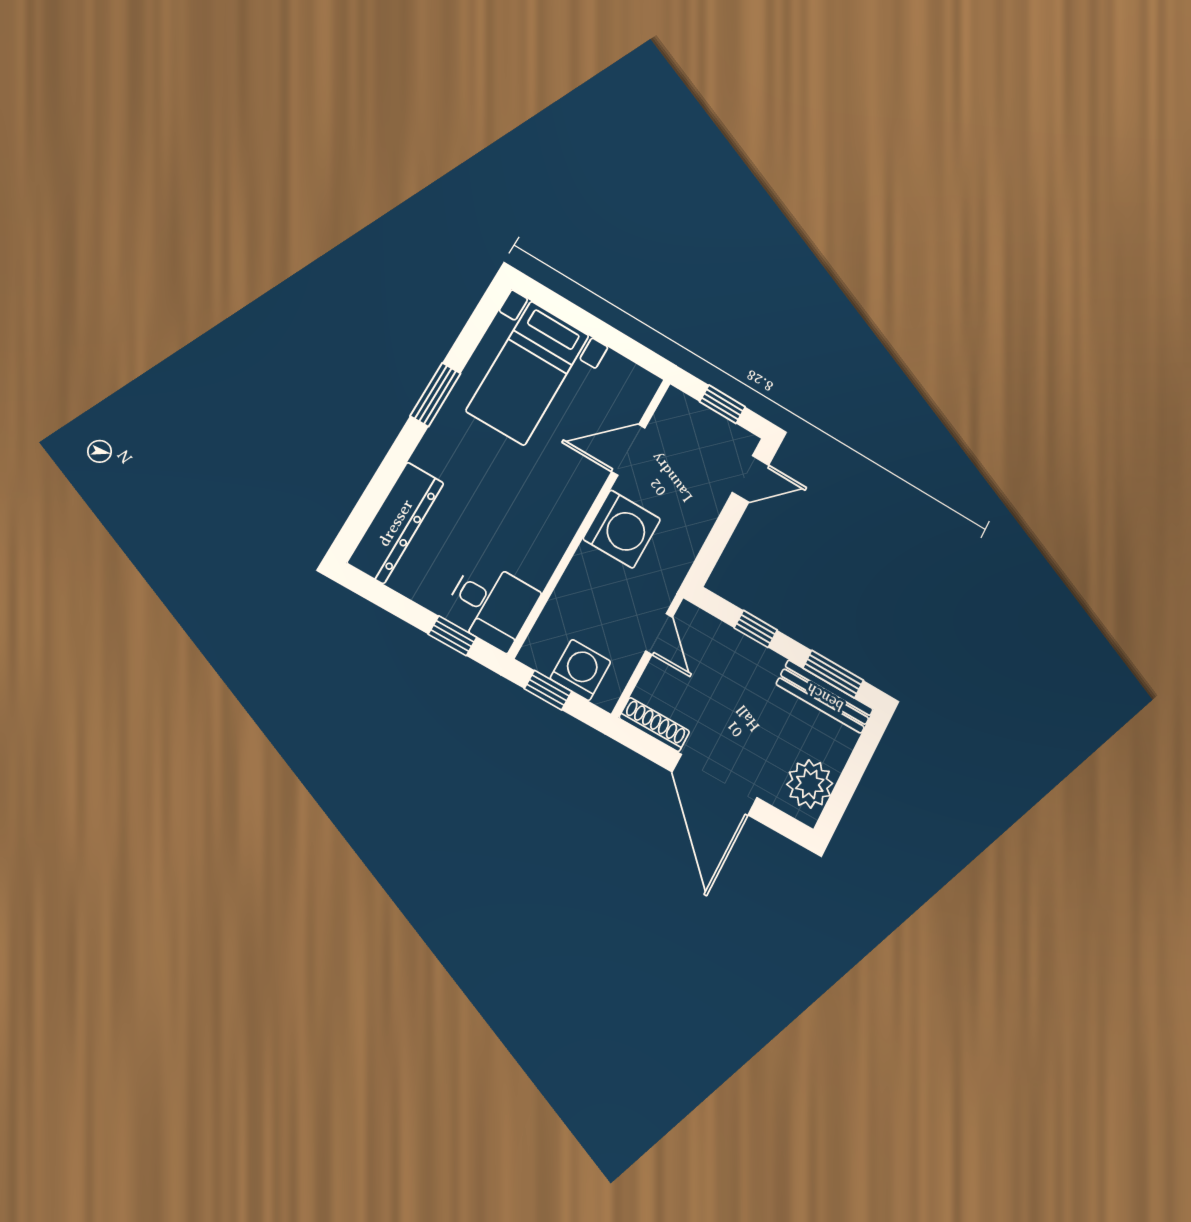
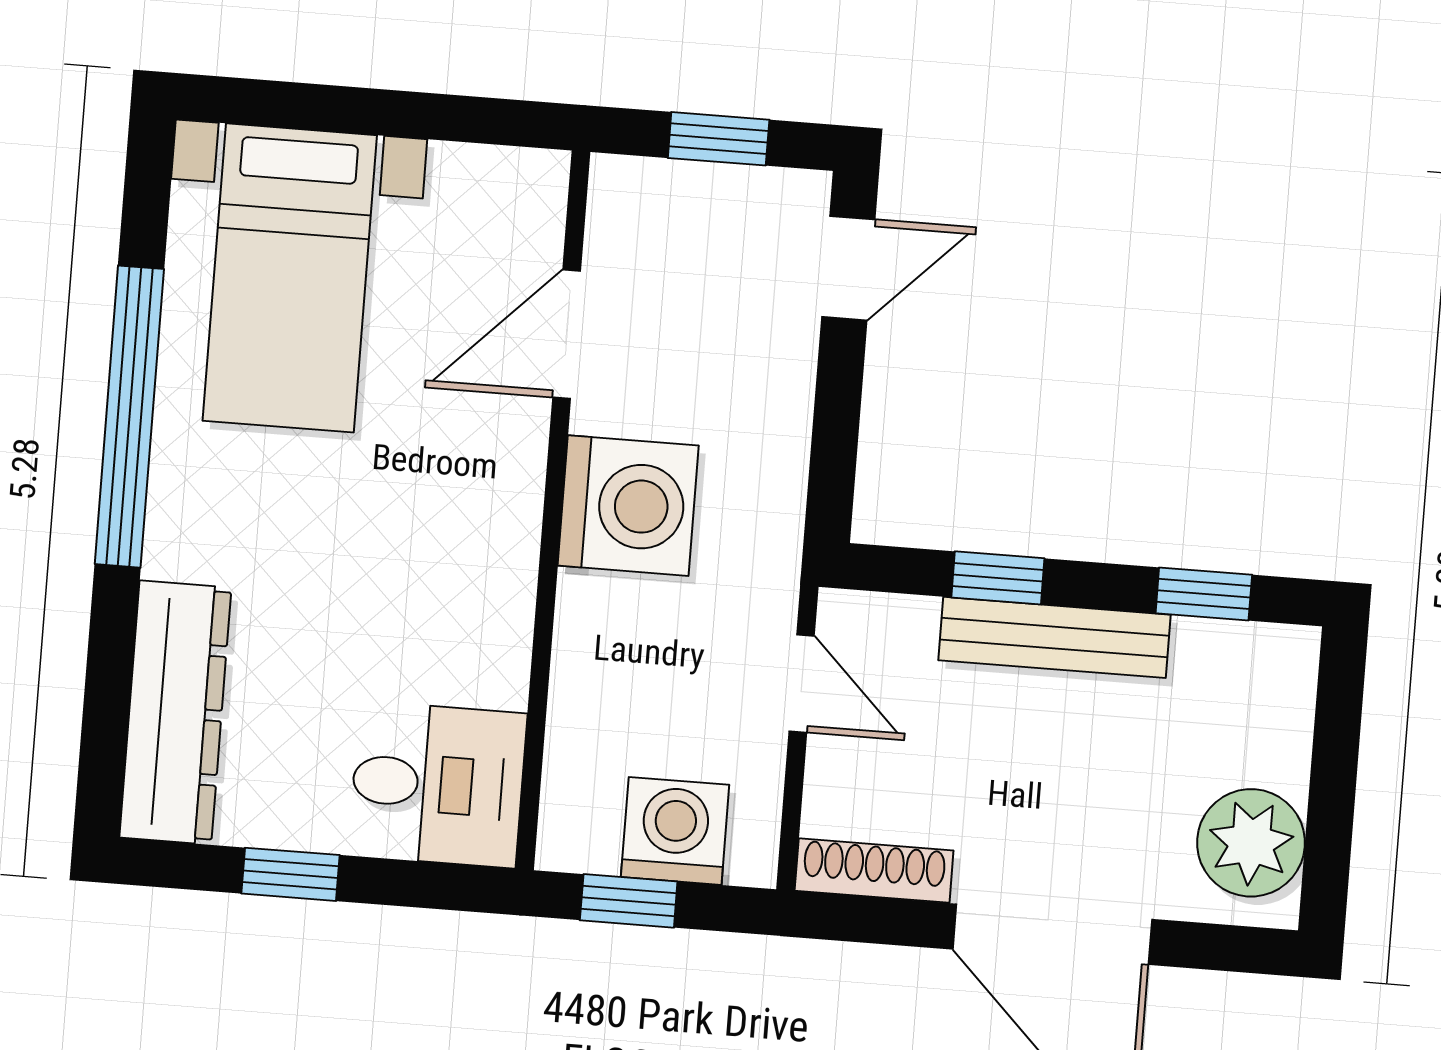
window: (435, 395) -> (129, 417), width x2.11
window: (452, 636) -> (290, 874), moved
window: (833, 674) -> (1204, 594), width x0.67
bench: (825, 697) -> (1054, 637), moved

